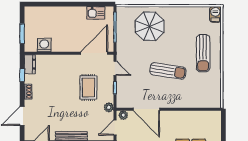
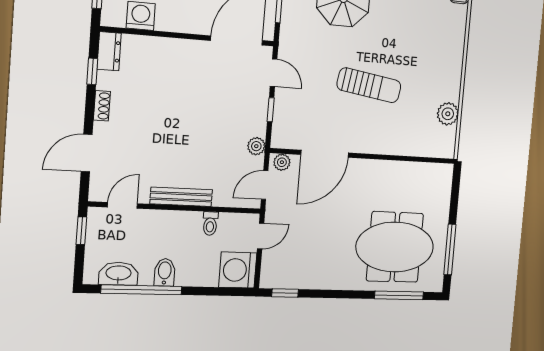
sun lounger: (203, 53) -> (433, 58), removed
plant: (215, 83) -> (448, 114), added
rug: (88, 87) -> (221, 106), removed
door: (146, 109) -> (325, 154), hinge flipped

